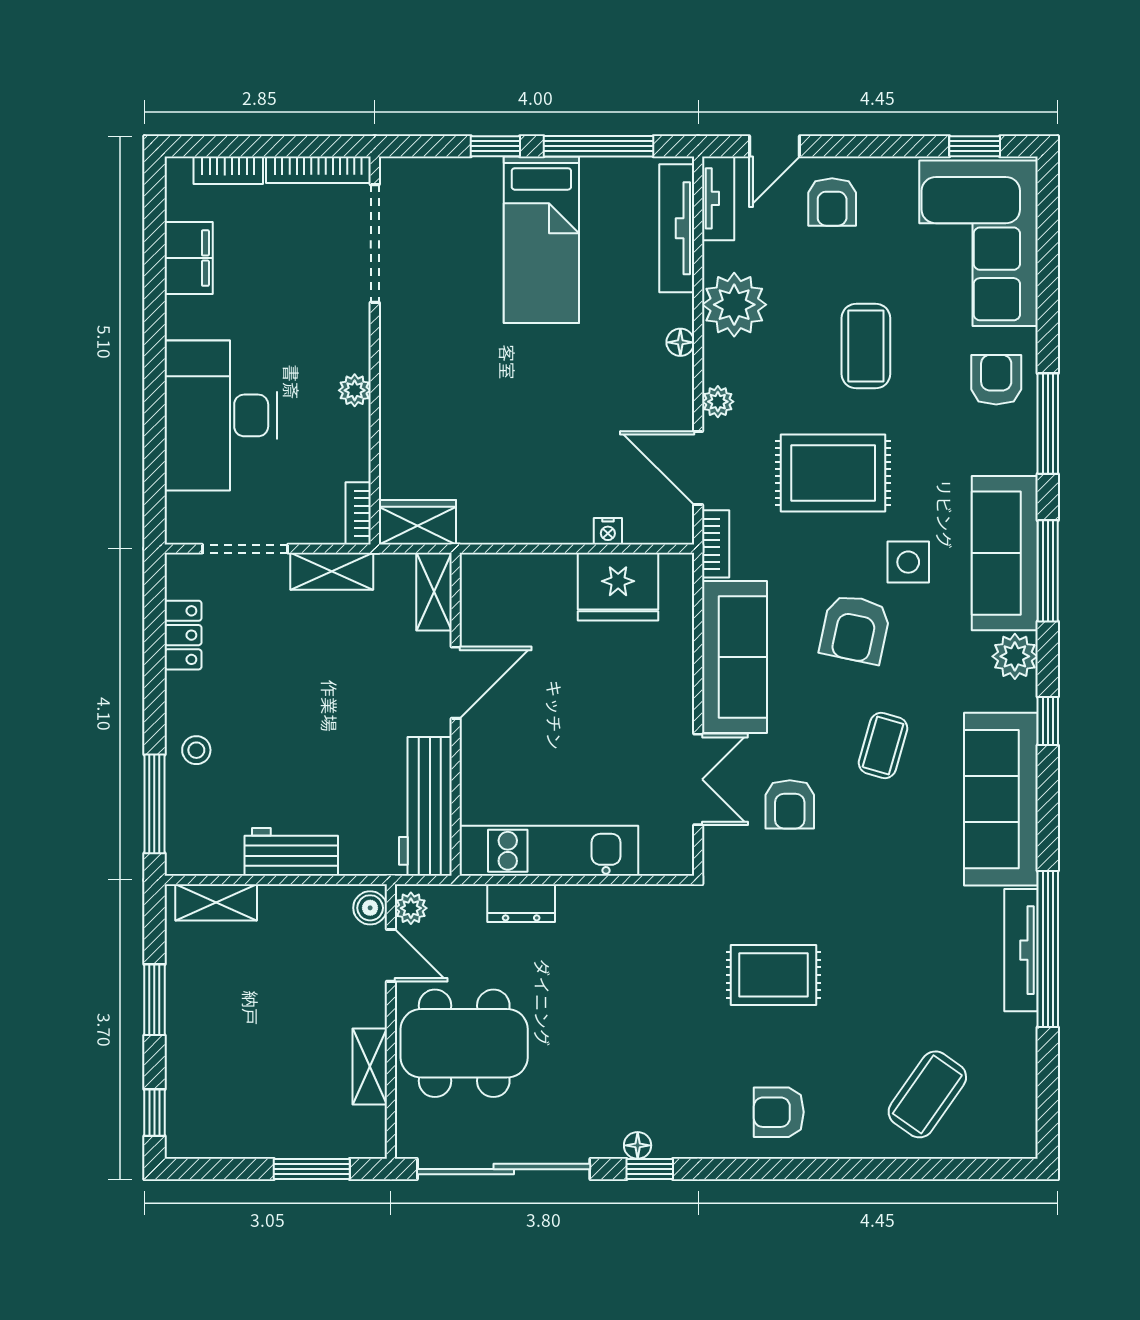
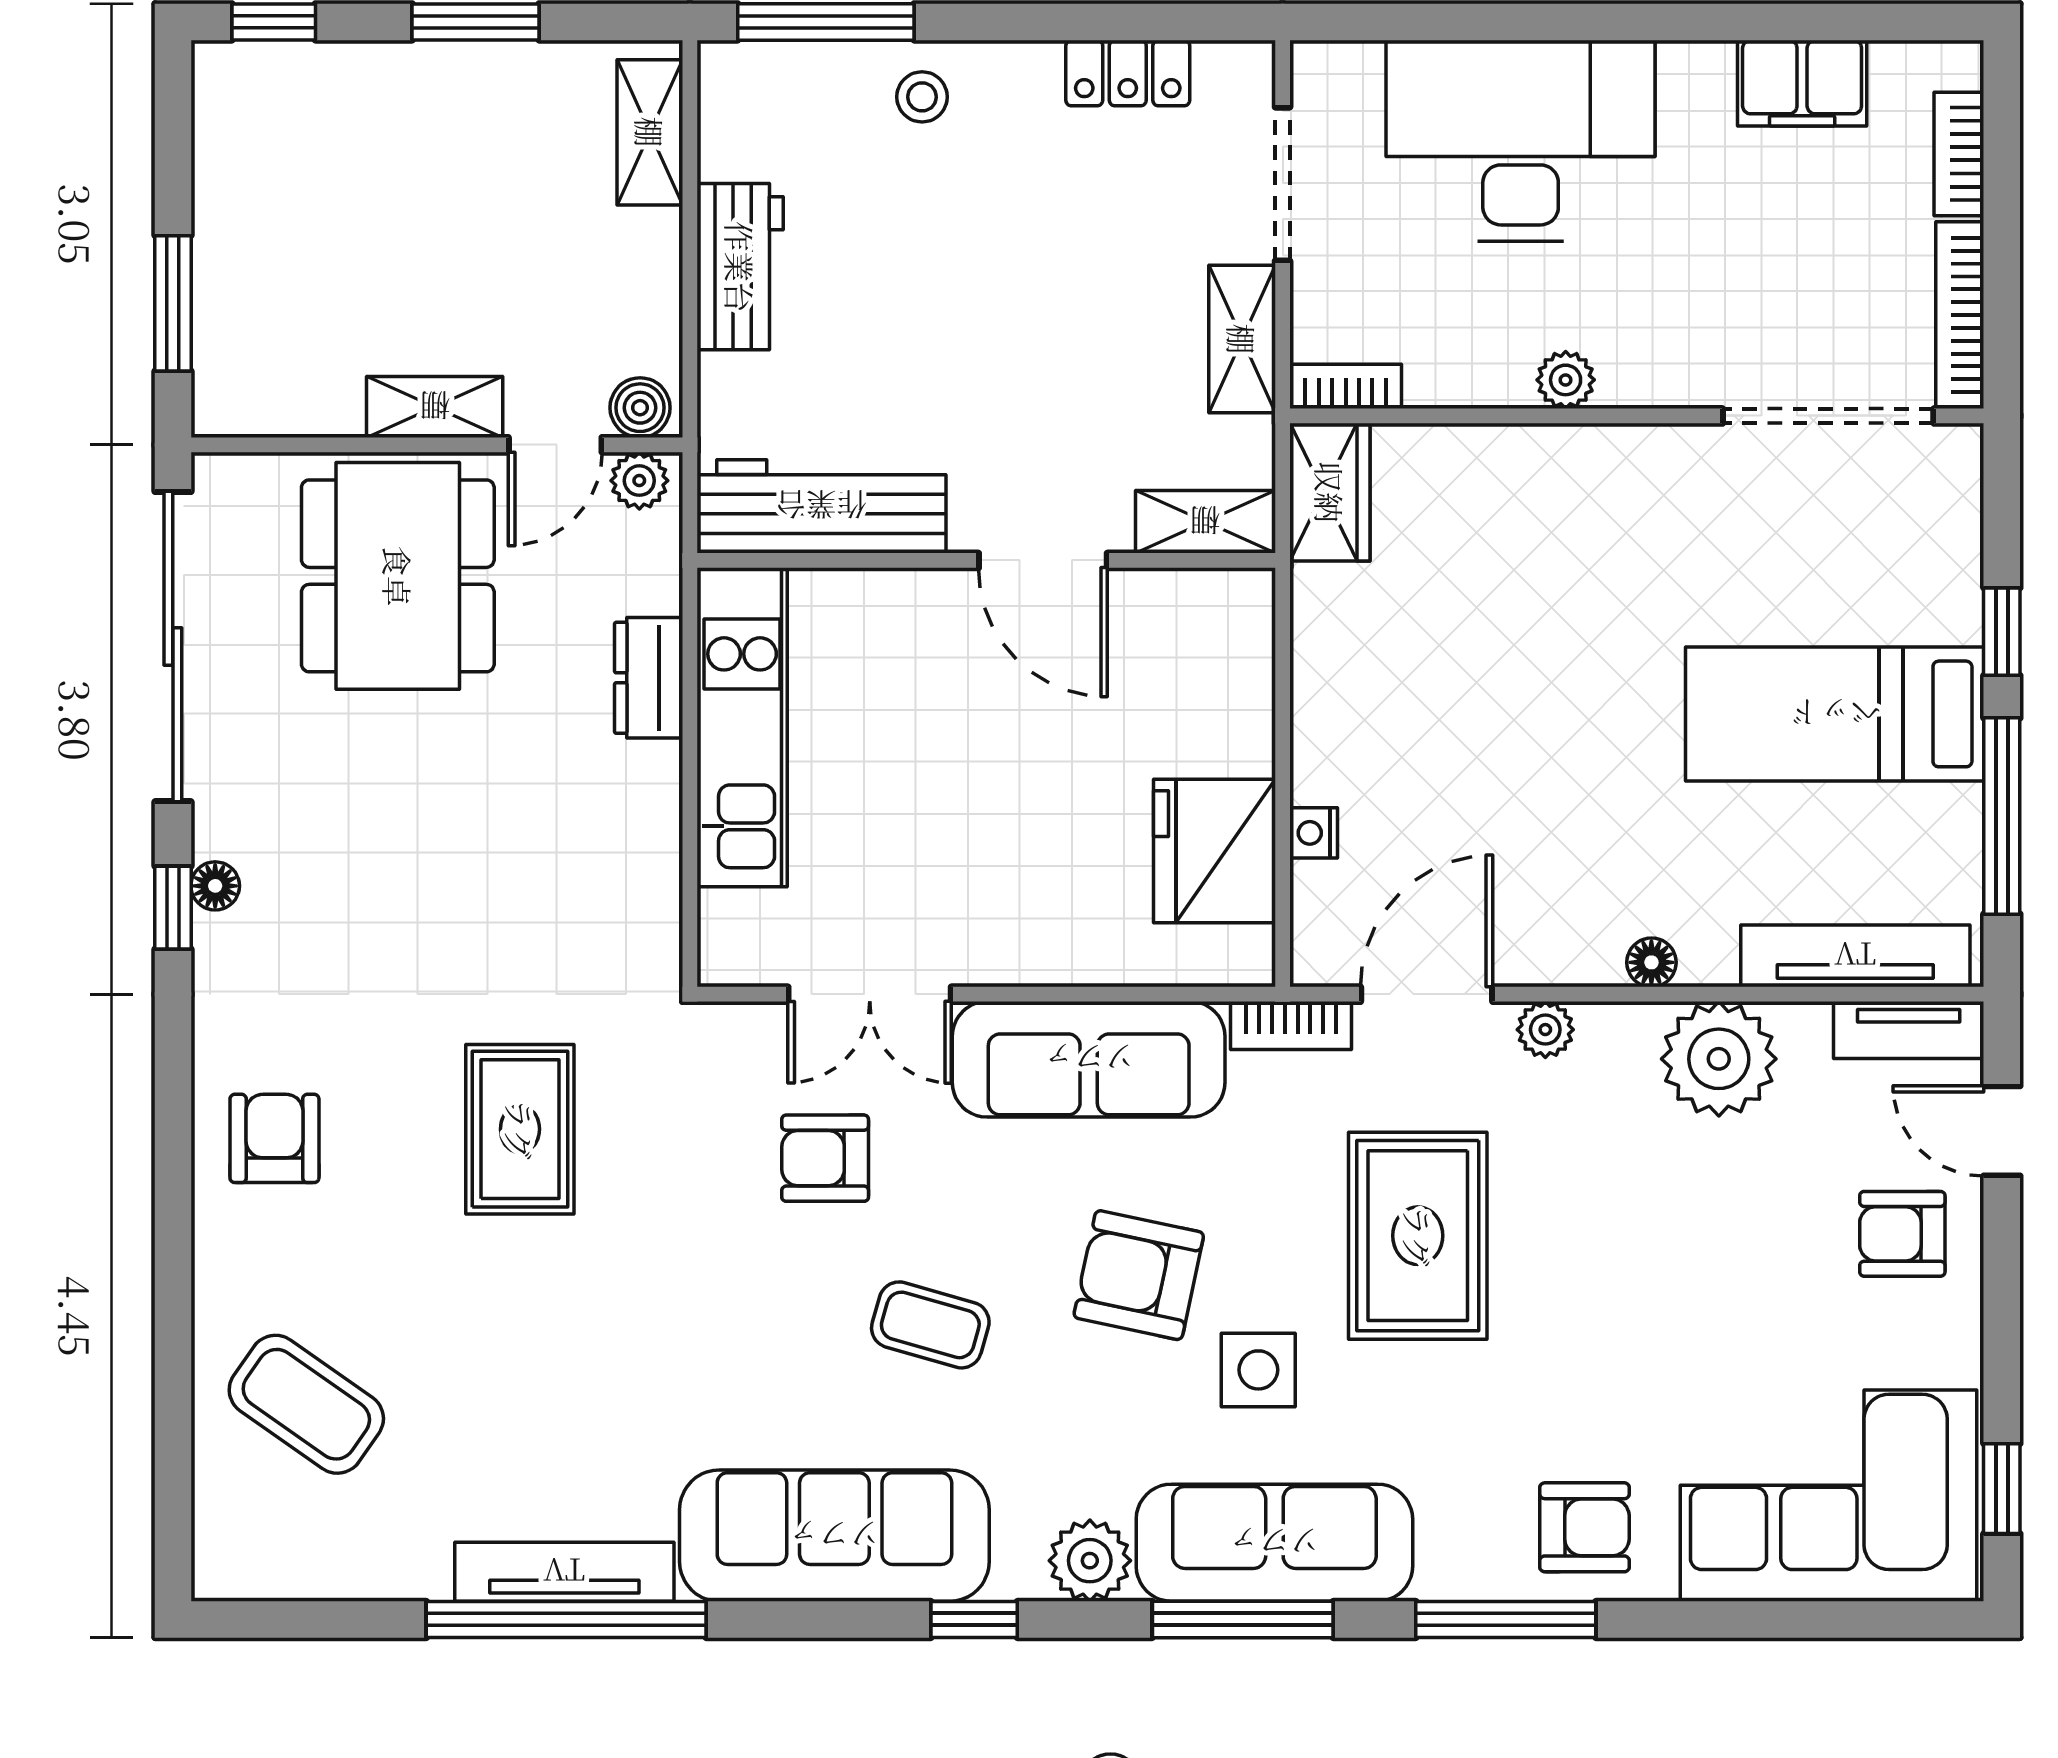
coffee table: (866, 346) -> (1645, 1294), removed
shelving: (370, 1066) -> (435, 407), moved

